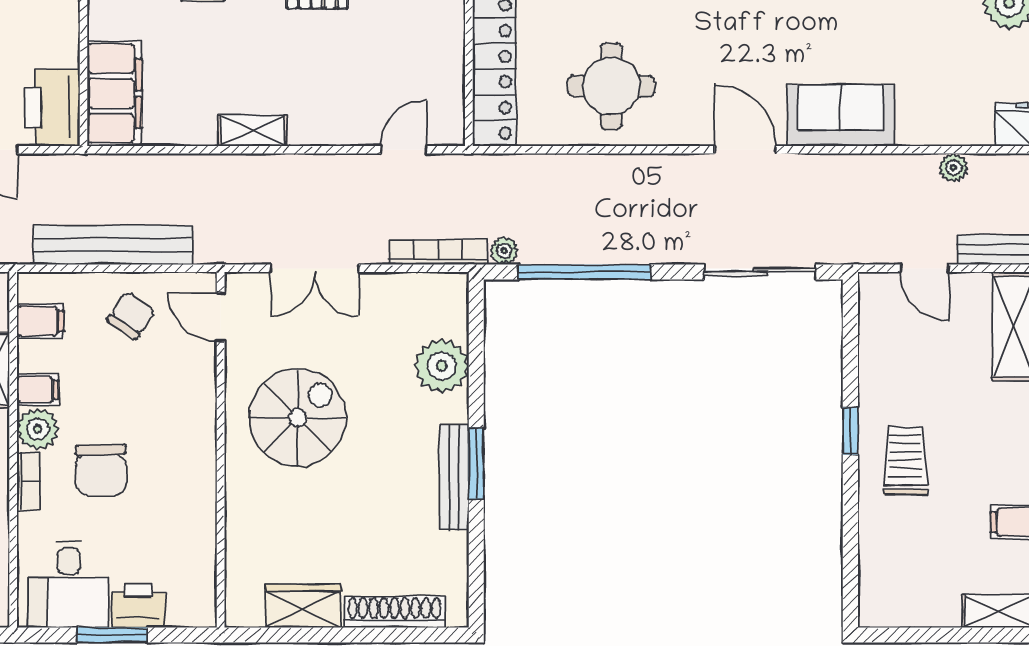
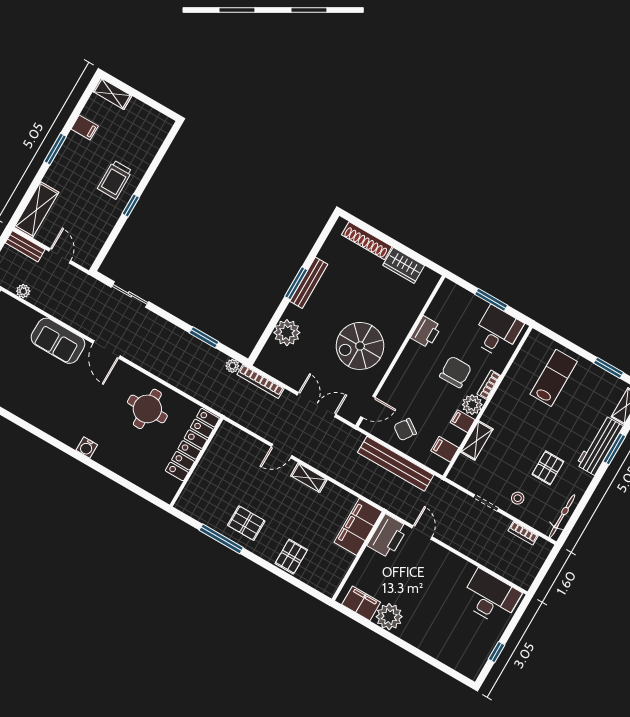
door: (404, 150) -> (282, 451), moved
window: (584, 272) -> (204, 337), width x0.47
sliding door: (760, 272) -> (130, 294), width x0.73
door: (221, 317) -> (368, 407), hinge flipped
printer: (138, 605) -> (426, 332), moved, turned -90

